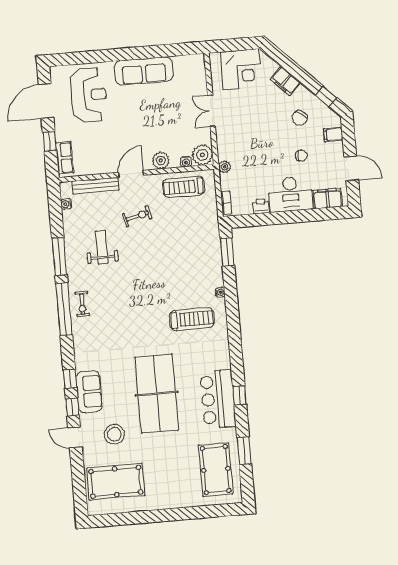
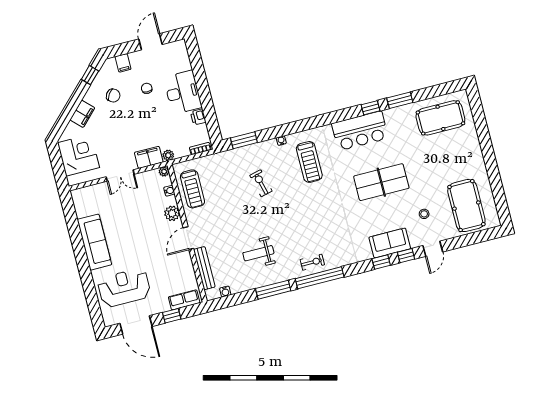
plant: (202, 155) -> (164, 172), width x0.53, depth x0.53
door: (131, 174) -> (188, 238), hinge flipped
filing cabinet: (328, 198) -> (149, 157), moved, turned 90
exercise bike: (137, 216) -> (261, 183), moved
treadmill: (192, 319) -> (309, 162), turned 180
table tennis table: (157, 394) -> (381, 182), width x0.73, depth x0.76
bar counter: (218, 399) -> (360, 131), moved
stool: (114, 434) -> (424, 214), width x0.53, depth x0.53
window: (244, 450) -> (400, 100), moved

